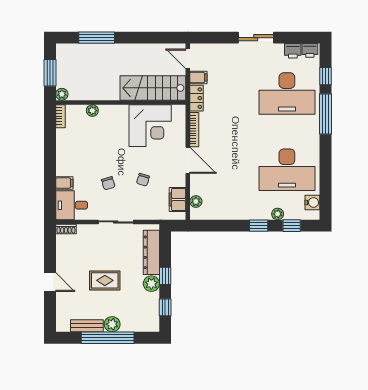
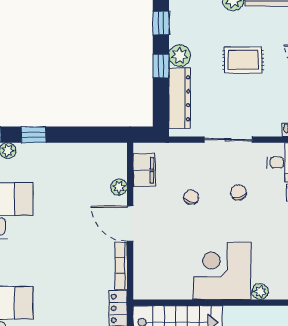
corner desk: (150, 126) -> (222, 271), moved
plant: (196, 202) -> (119, 187), moved

